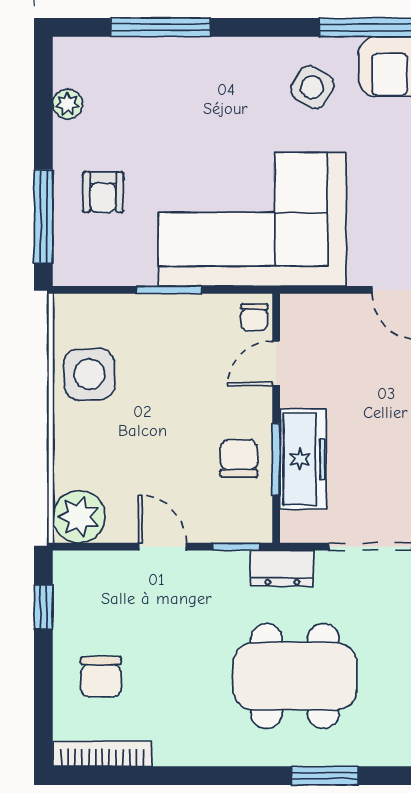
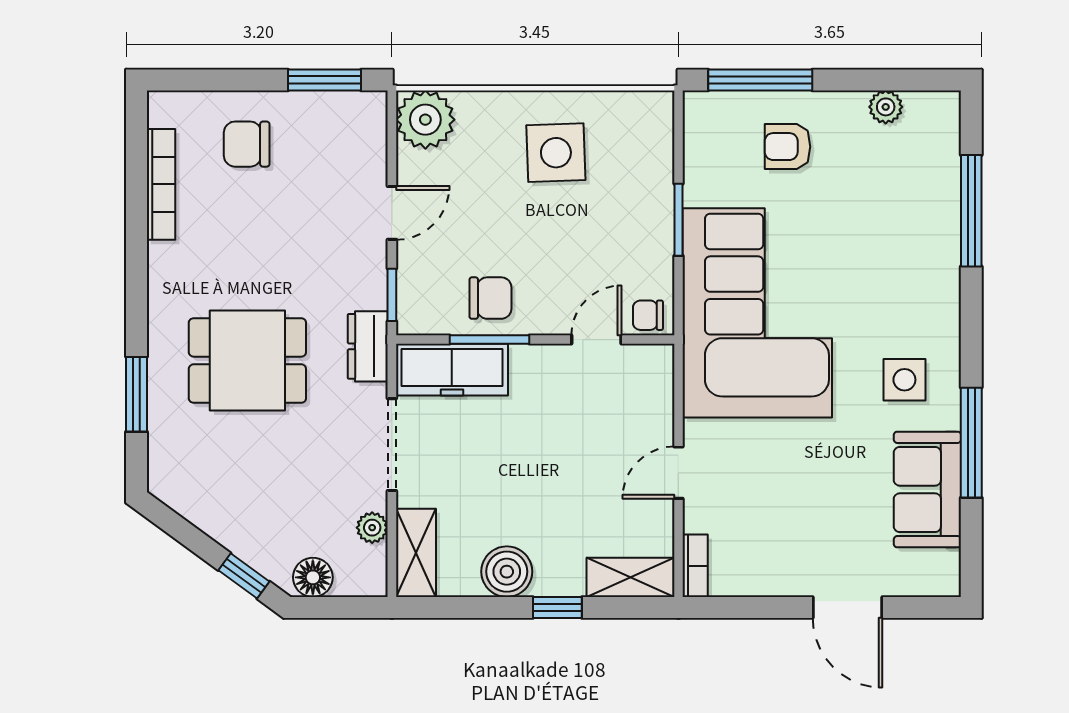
side table: (312, 87) -> (904, 380), turned -30
door: (276, 363) -> (596, 340), hinge flipped
side table: (89, 374) -> (556, 153), moved
freezer: (303, 459) -> (452, 370), moved
window: (43, 607) -> (325, 80), width x1.50
dining table: (295, 676) -> (247, 360), width x0.73
bookcase: (102, 754) -> (161, 184), moved

